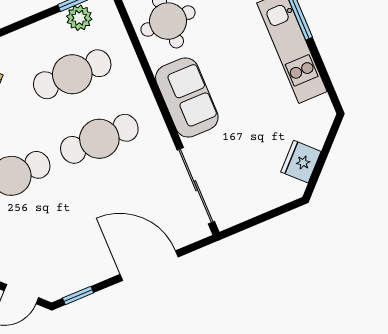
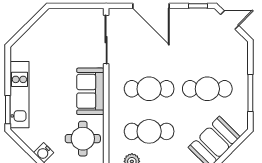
fridge: (301, 162) -> (41, 28), removed

